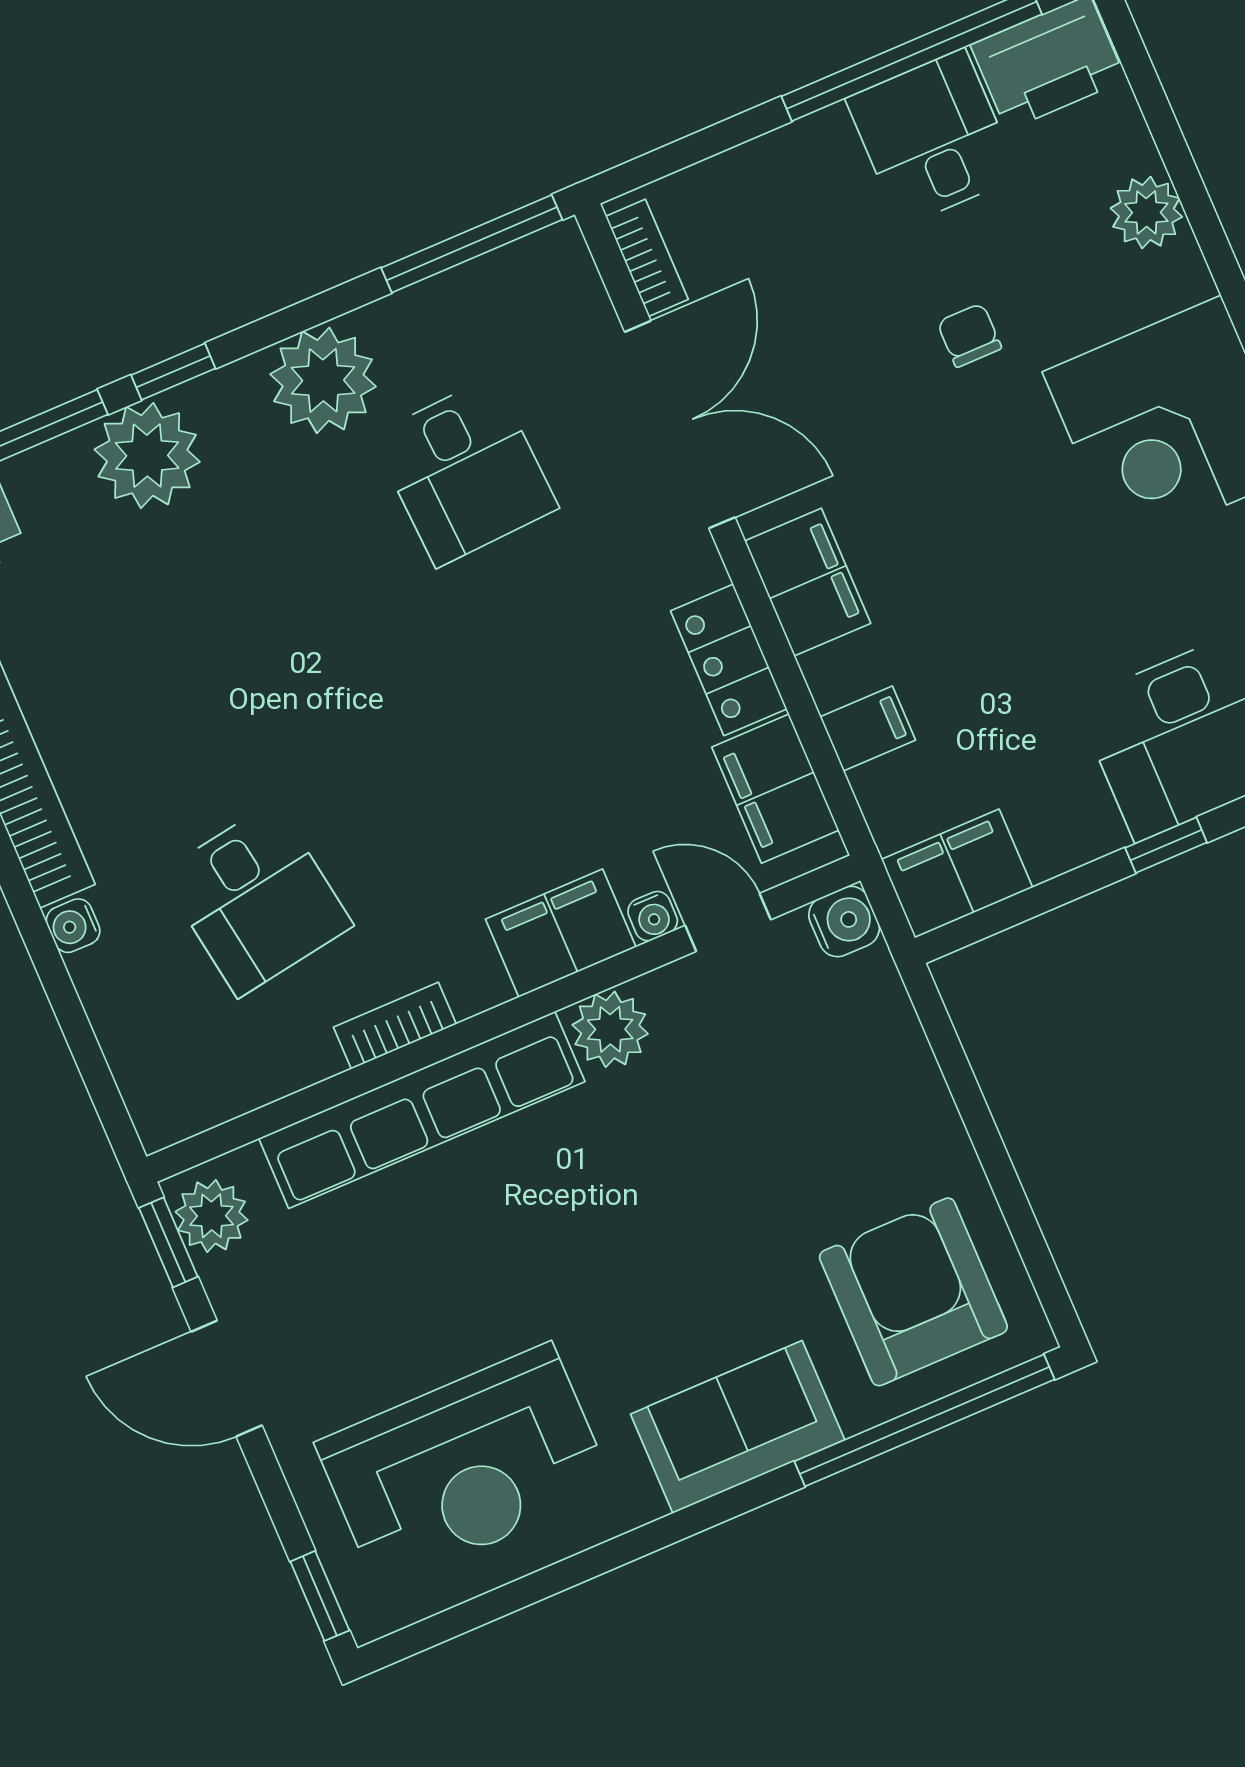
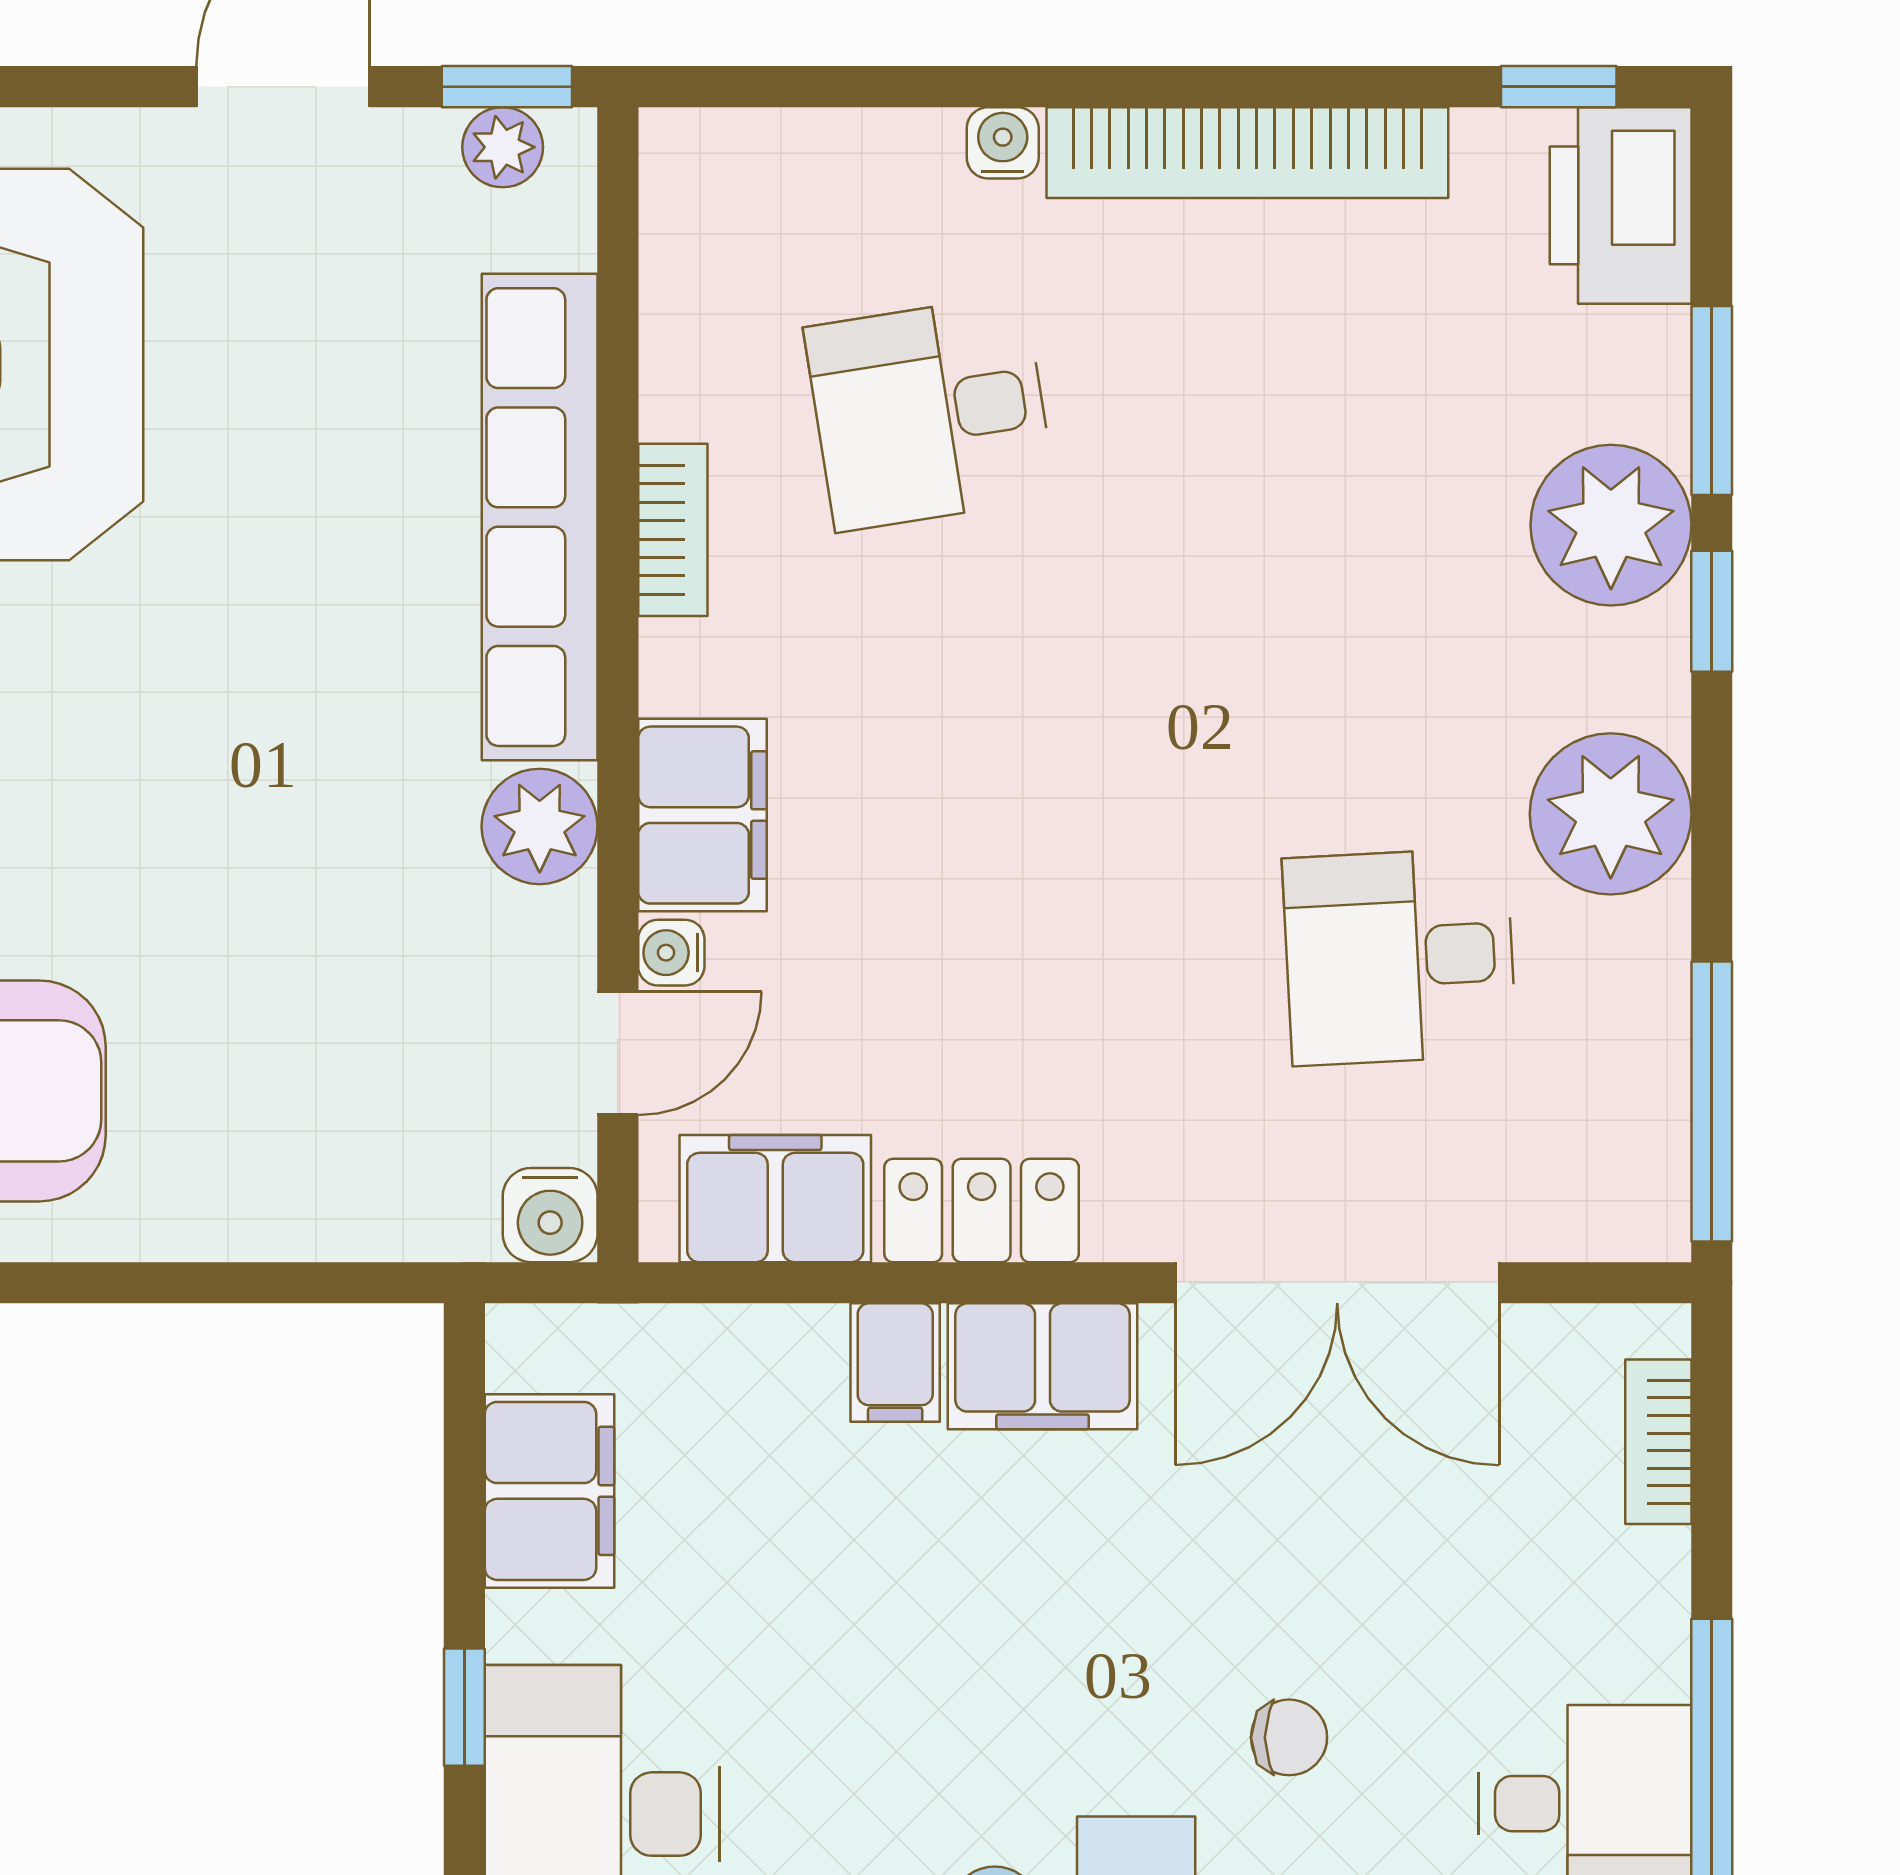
bookcase: (647, 258) -> (1658, 1442), moved, turned 90
filing cabinet: (868, 729) -> (895, 1363), moved
filing cabinet: (957, 874) -> (550, 1491), moved
plant: (212, 1216) -> (503, 147), width x0.73, depth x0.73

